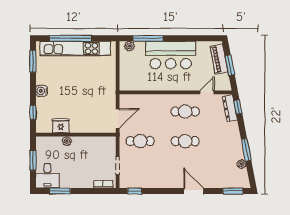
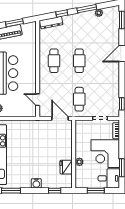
door: (207, 92) -> (38, 100), moved
window: (238, 107) -> (62, 14), moved
corner desk: (76, 172) -> (105, 154), added

